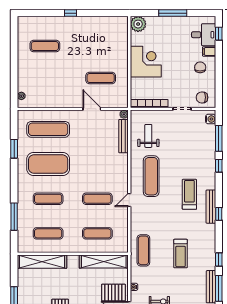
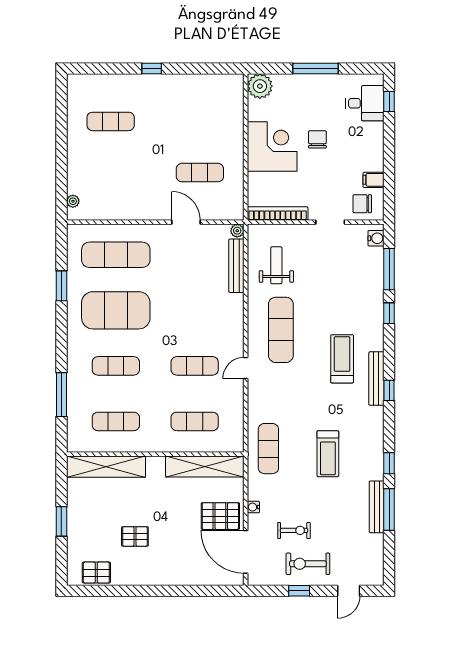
filing cabinet: (209, 51) -> (374, 180), moved
chair: (200, 67) -> (317, 139), moved

